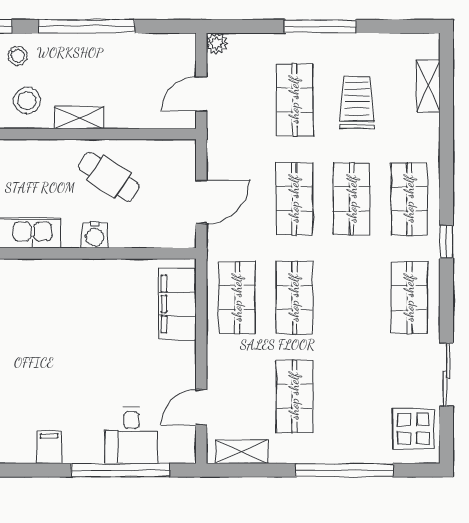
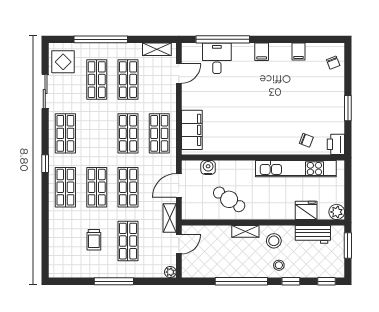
shelving: (428, 86) -> (170, 218), moved
trolley: (357, 103) -> (94, 240), width x0.73, depth x0.72
water cooler: (95, 235) -> (208, 167), moved
shop shelf: (352, 396) -> (97, 80), added

